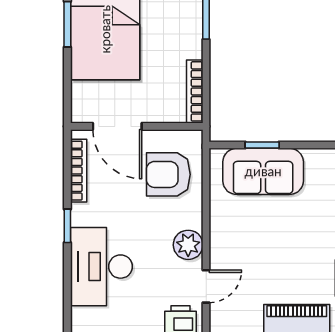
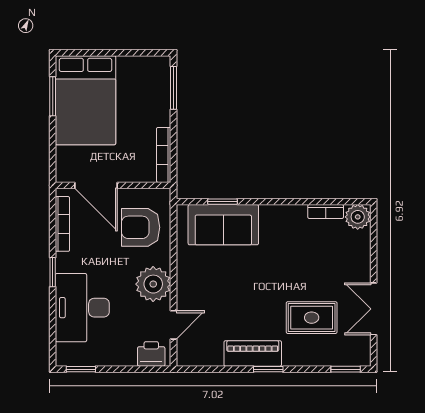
plant: (188, 245) -> (153, 284), width x1.36, depth x1.36

